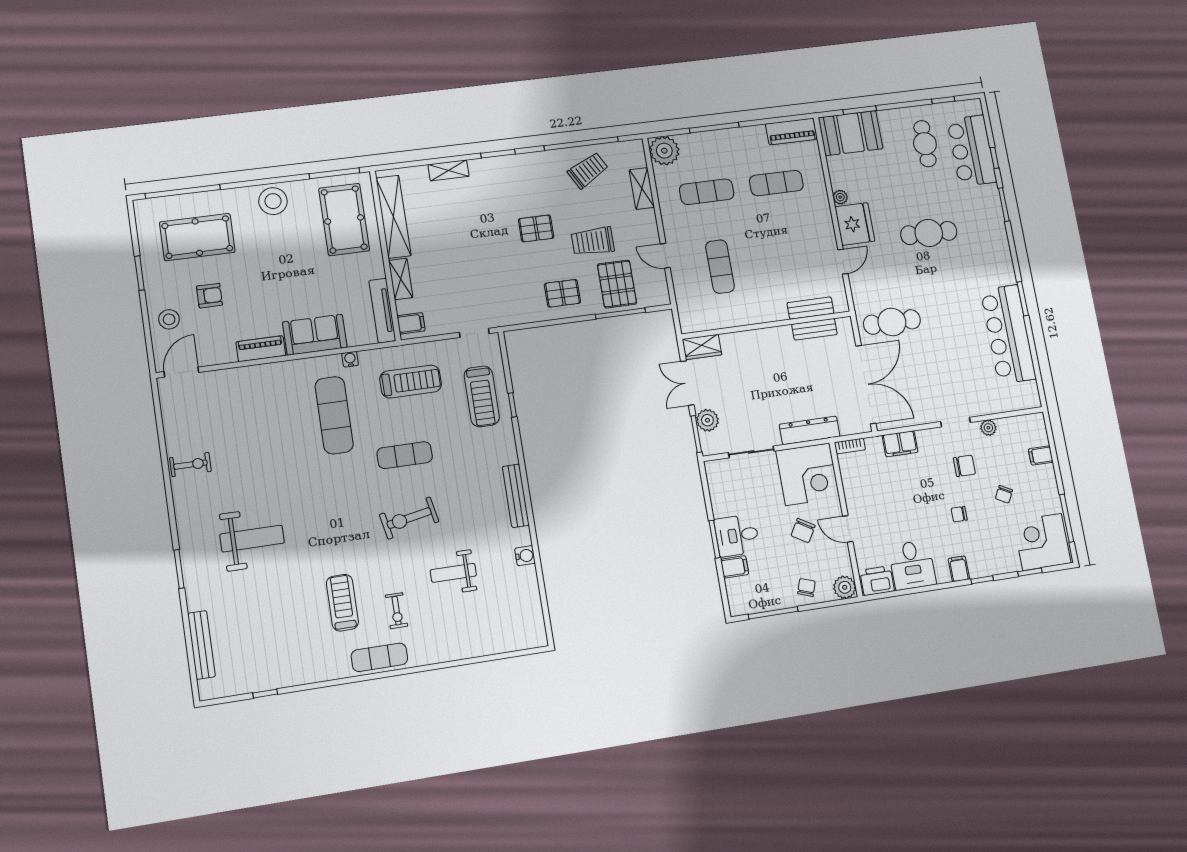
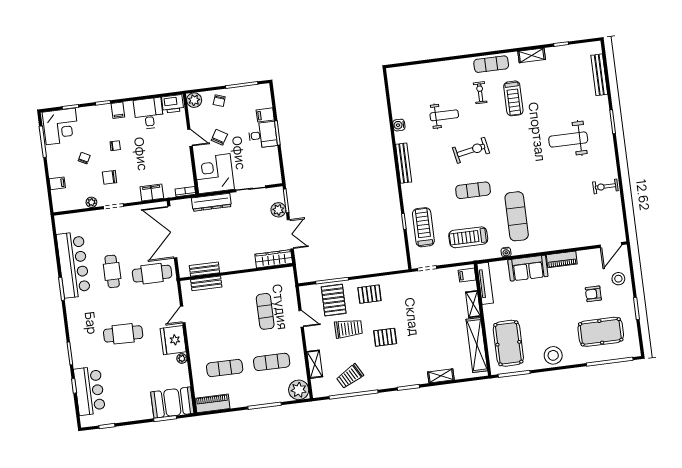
cafe table: (925, 144) -> (112, 271), moved
wardrobe: (702, 347) -> (274, 259), width x1.50
shelving: (314, 674) -> (532, 55), added

